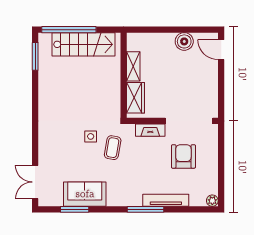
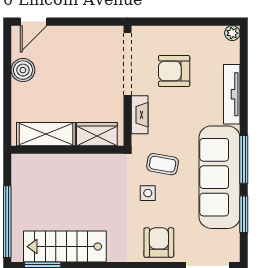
stairs: (84, 44) -> (65, 247), moved, turned -90
shelving: (133, 66) -> (46, 134), width x1.50, depth x1.33
armchair: (53, 145) -> (159, 243), added
sofa: (85, 194) -> (219, 177), width x1.85, depth x1.27
window: (145, 209) -> (244, 159), moved

